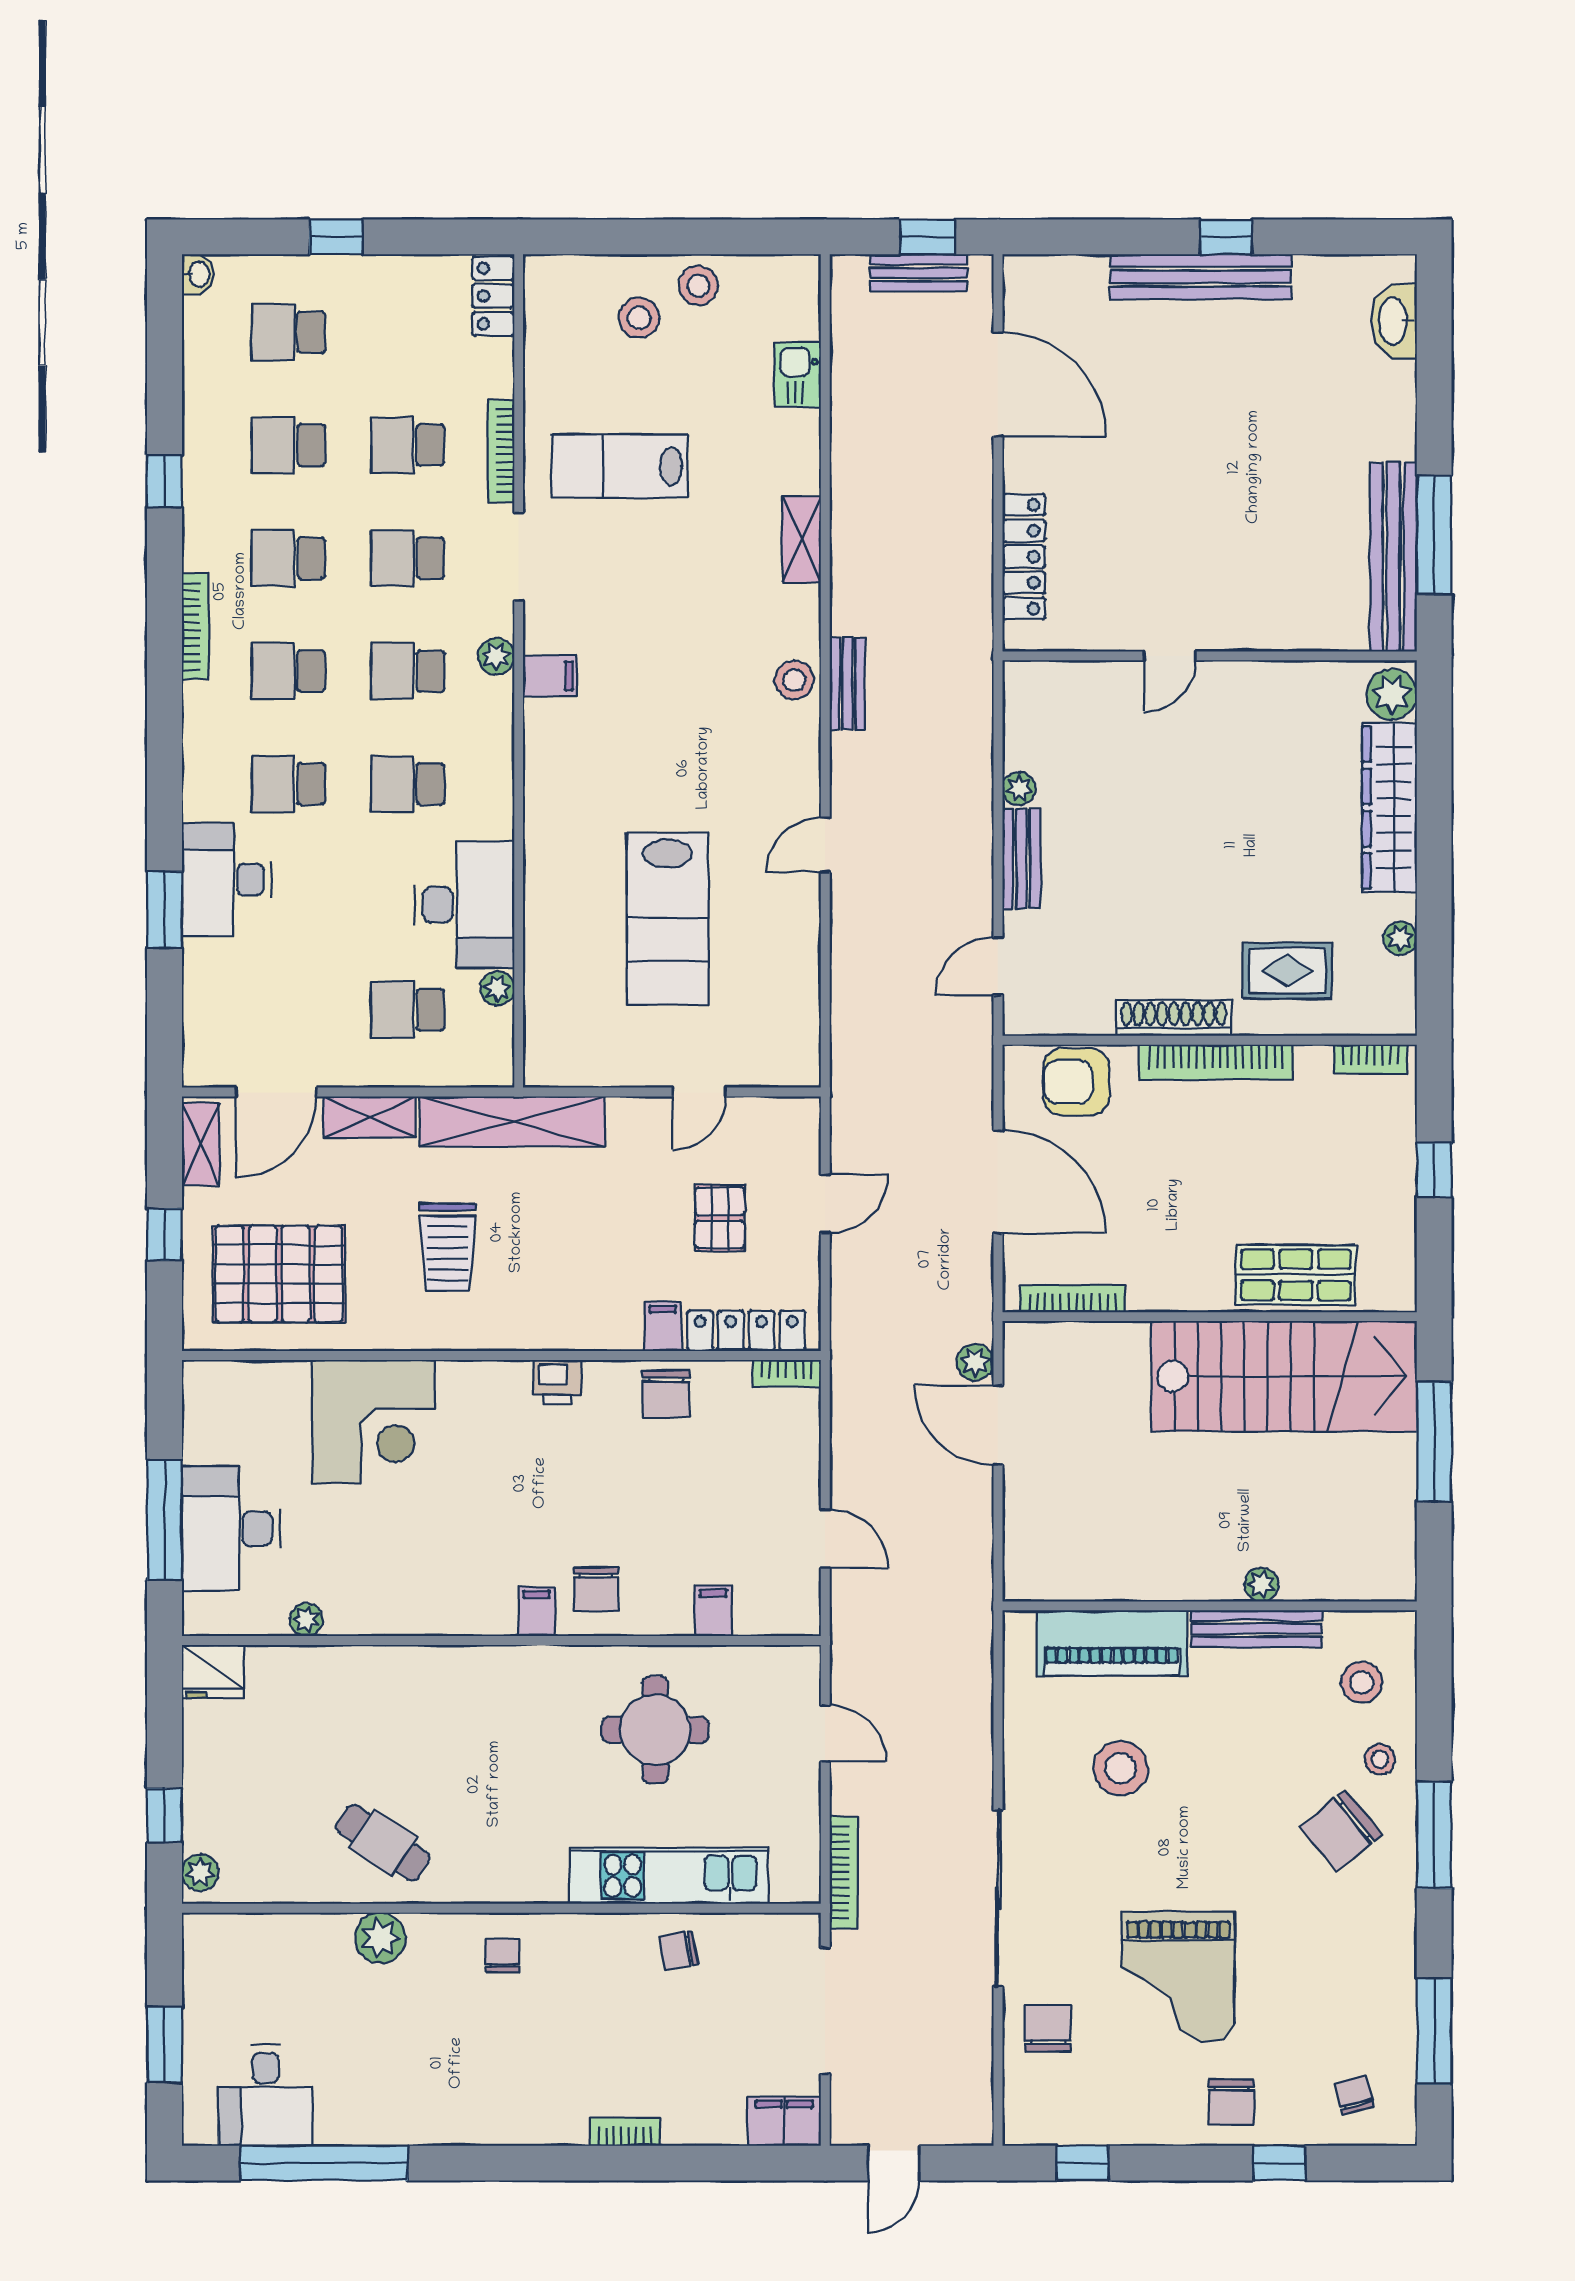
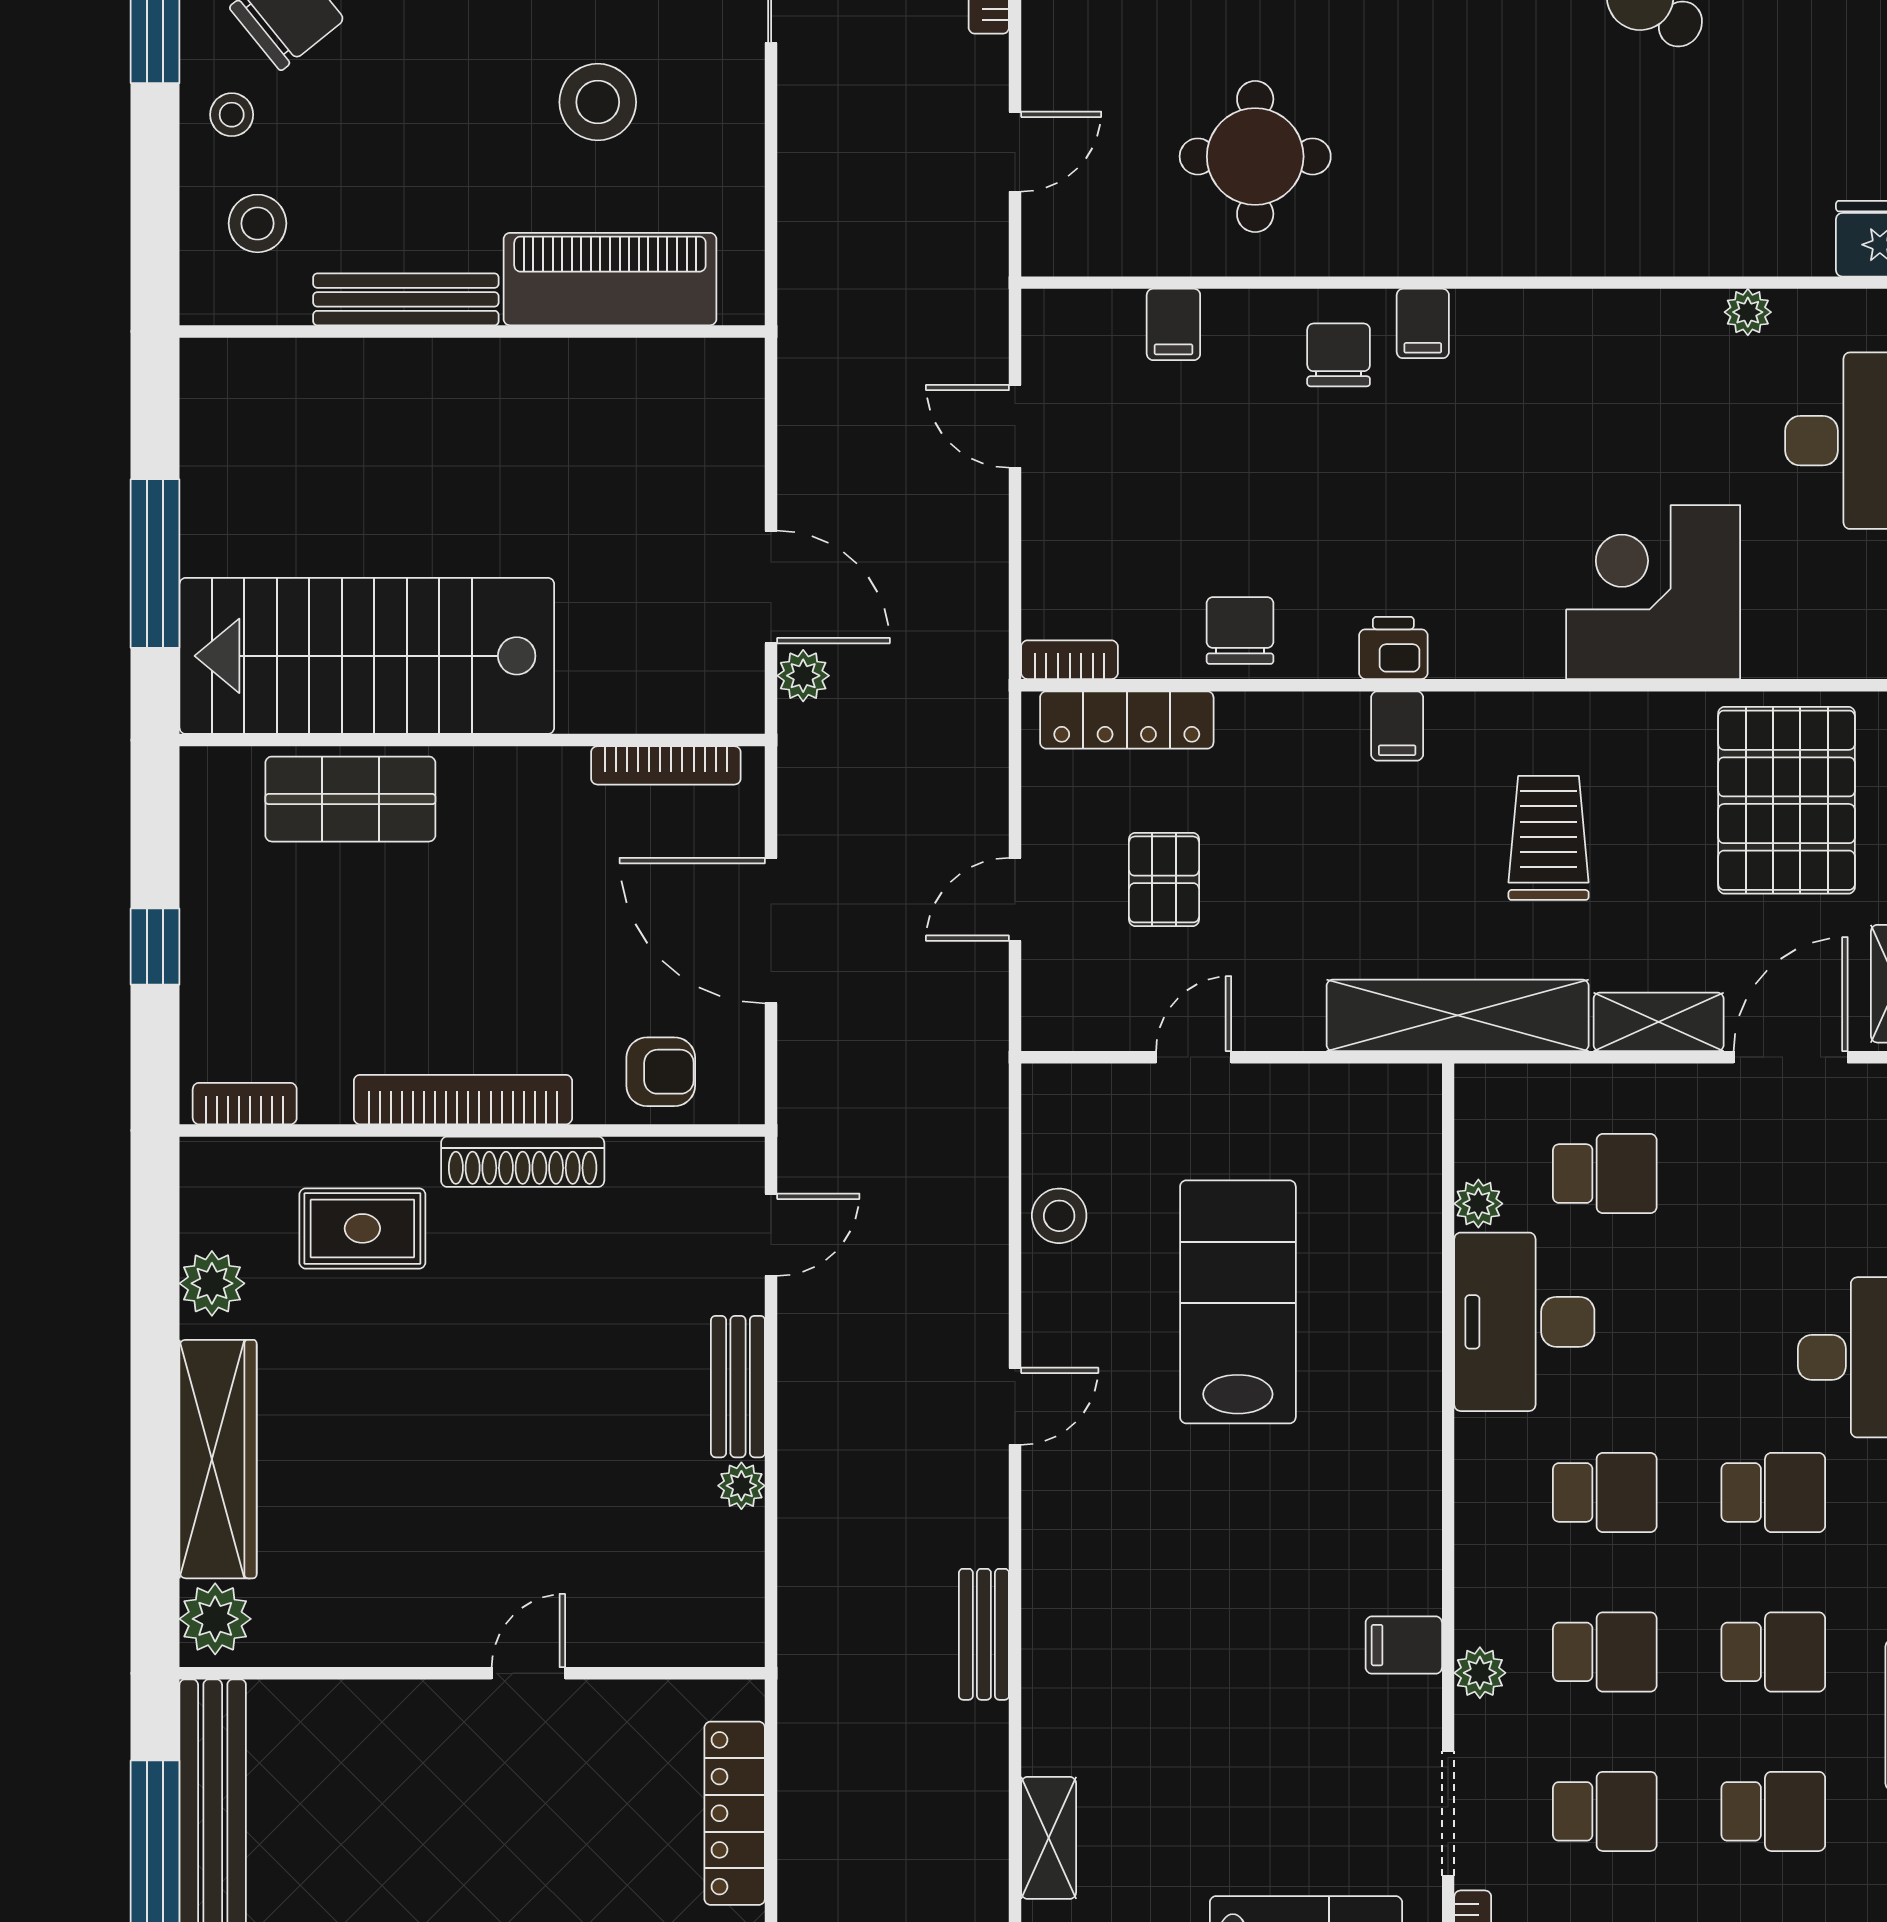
stool: (794, 680) -> (1059, 1216), moved
plant: (1400, 938) -> (212, 1283), width x1.38, depth x1.38
armchair: (1076, 1082) -> (661, 1072), width x0.72, depth x0.72
pallet: (279, 1274) -> (1787, 800), turned 90
filing cabinet: (663, 1327) -> (1397, 726), moved
plant: (1261, 1585) -> (399, 362), removed
door: (825, 1733) -> (1015, 152), swing flipped

